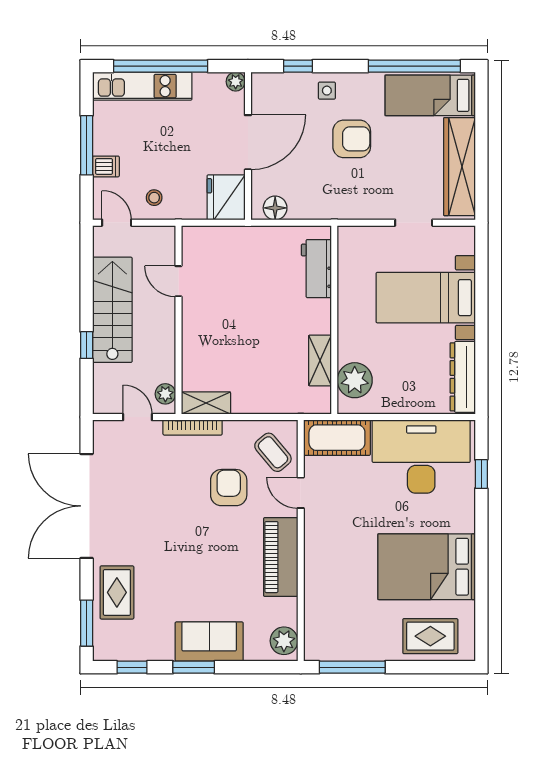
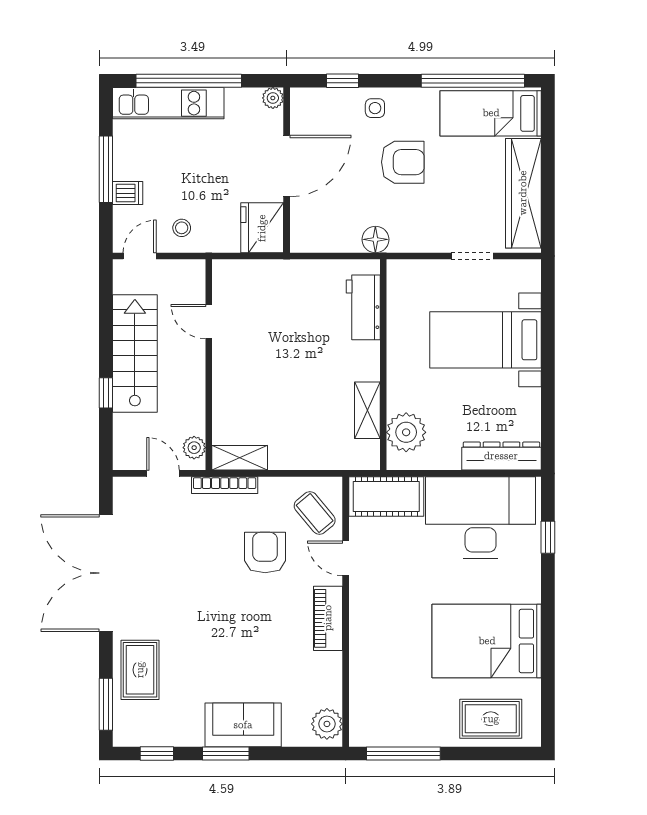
floor lamp: (275, 208) -> (375, 239), moved
door: (117, 223) -> (140, 256), hinge flipped
dresser: (463, 377) -> (501, 456), moved, turned 90
piano: (281, 557) -> (328, 618), width x0.73, depth x0.75

